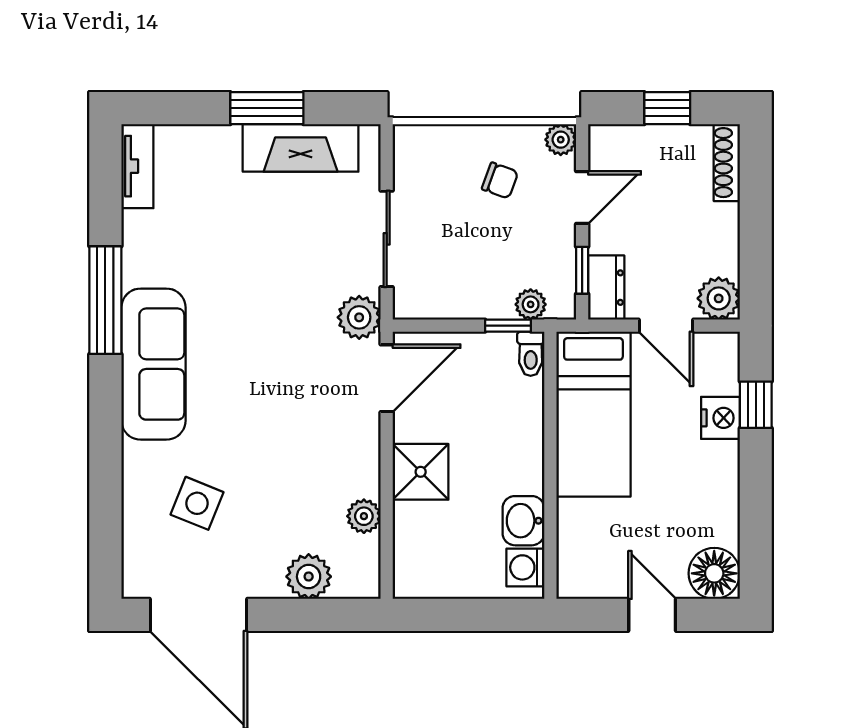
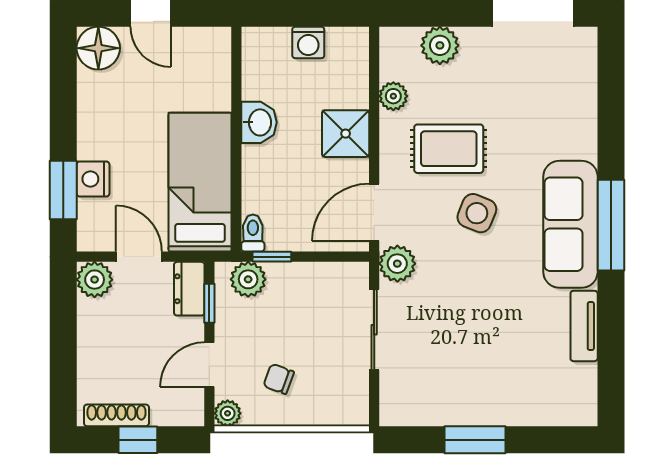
fireplace: (301, 148) -> (447, 406), removed
shoe rack: (727, 163) -> (116, 415), moved, turned -90
tv unit: (137, 166) -> (584, 326), moved
window: (105, 300) -> (611, 225), moved
plant: (531, 304) -> (248, 279), width x1.38, depth x1.38
window: (756, 405) -> (63, 190), width x1.50
rug: (298, 454) -> (449, 149), added
side table: (197, 503) -> (477, 213), moved
washbasin: (523, 521) -> (259, 122), moved
washing machine: (525, 567) -> (308, 42), moved, turned 90

